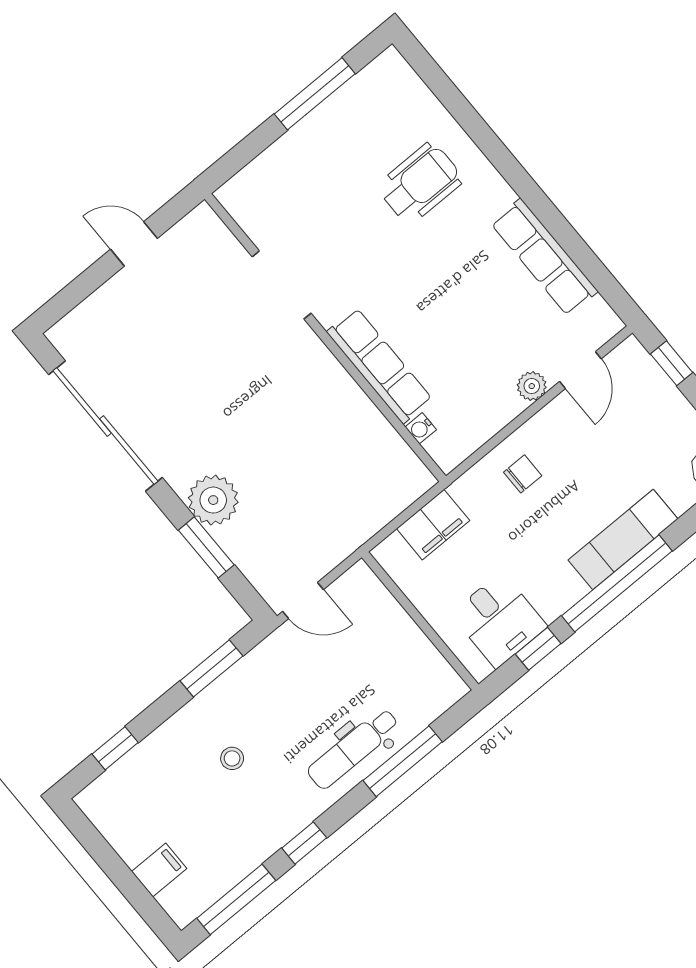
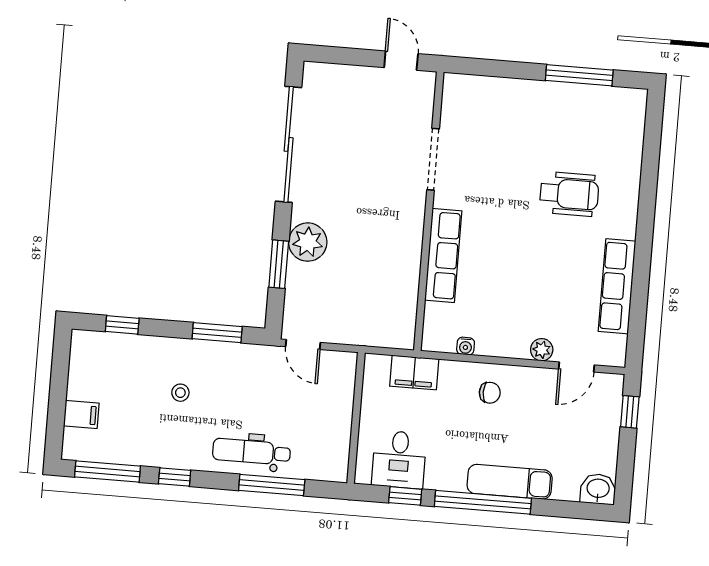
wheelchair: (420, 183) -> (569, 194), moved
doorway: (282, 285) -> (433, 159), moved
wall: (325, 338) -> (429, 211), moved
row of seats: (380, 366) -> (443, 255), moved
water cooler: (421, 428) -> (466, 346), moved, turned -90

